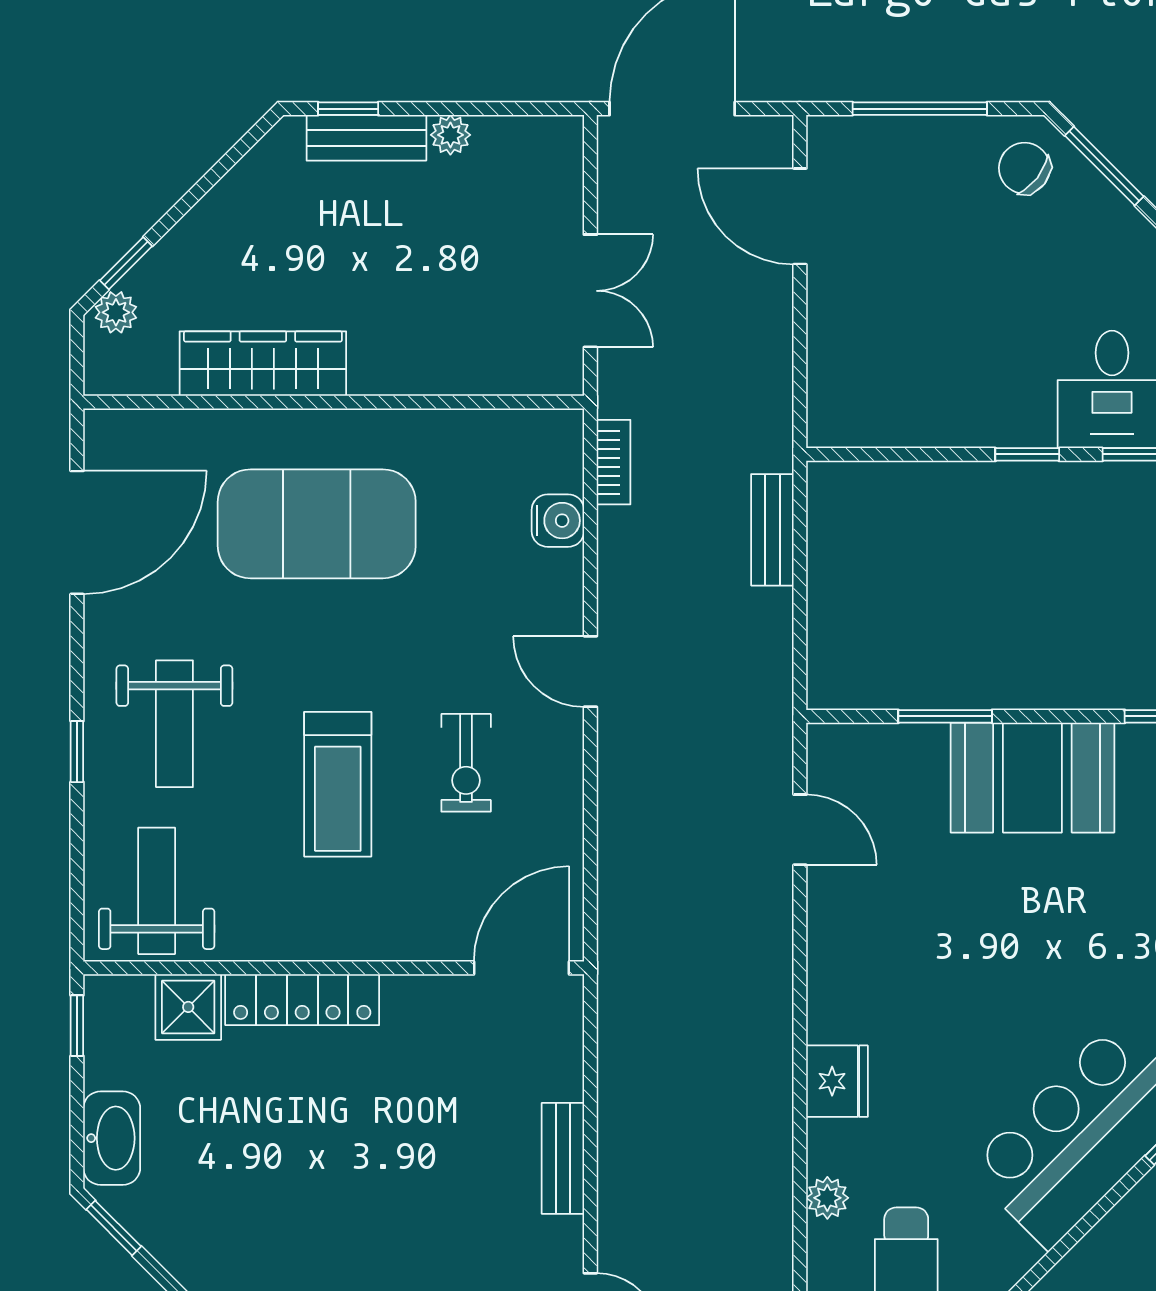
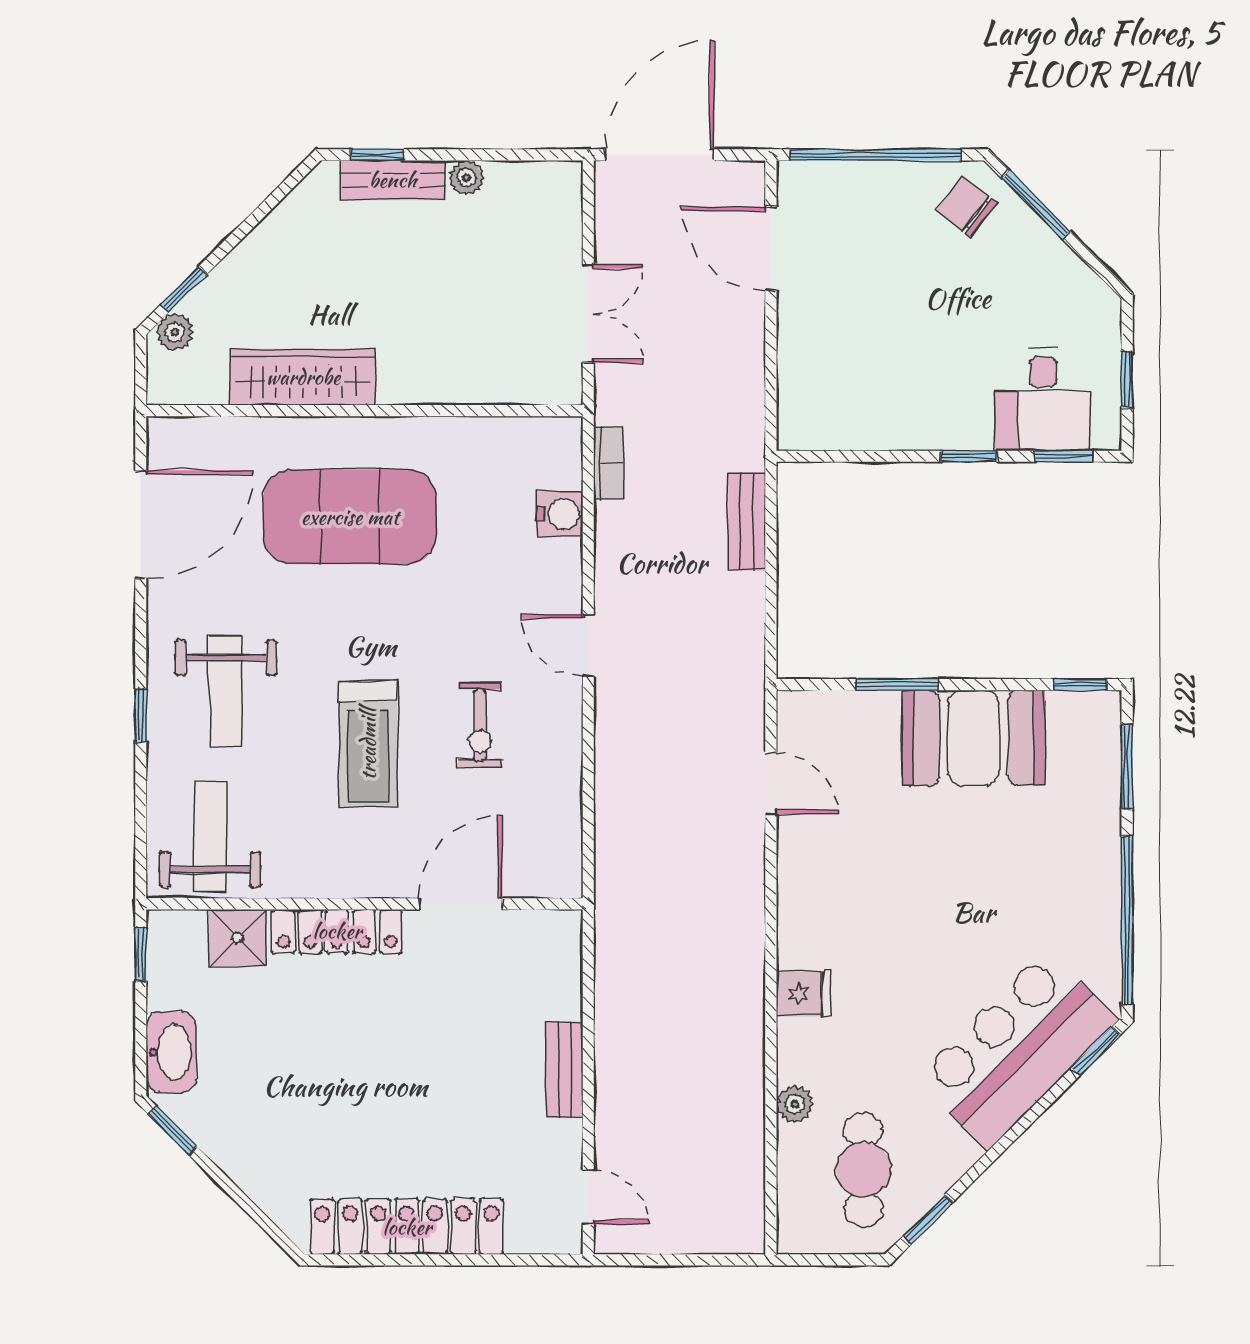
window: (920, 109) -> (875, 155), width x1.46
door: (522, 968) -> (461, 904), moved
fridge: (837, 1081) -> (803, 994), width x0.72

